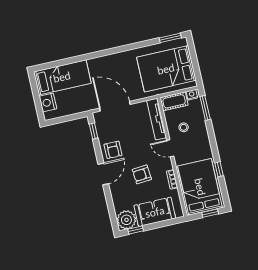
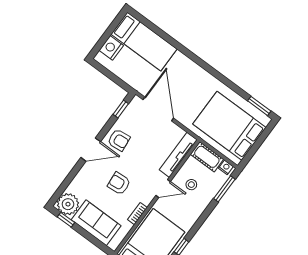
door: (170, 148) -> (163, 189), swing flipped
armchair: (113, 150) -> (119, 140), turned -96

